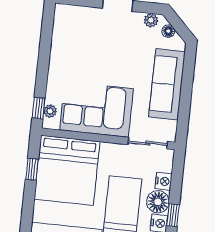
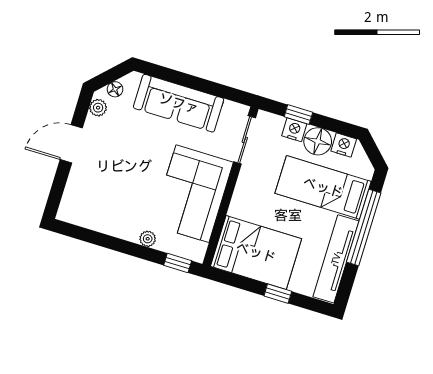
plant: (50, 111) -> (148, 239), moved
window: (32, 169) -> (278, 294), moved
bed: (67, 170) -> (256, 252), width x0.73
window: (173, 215) -> (298, 114), moved

